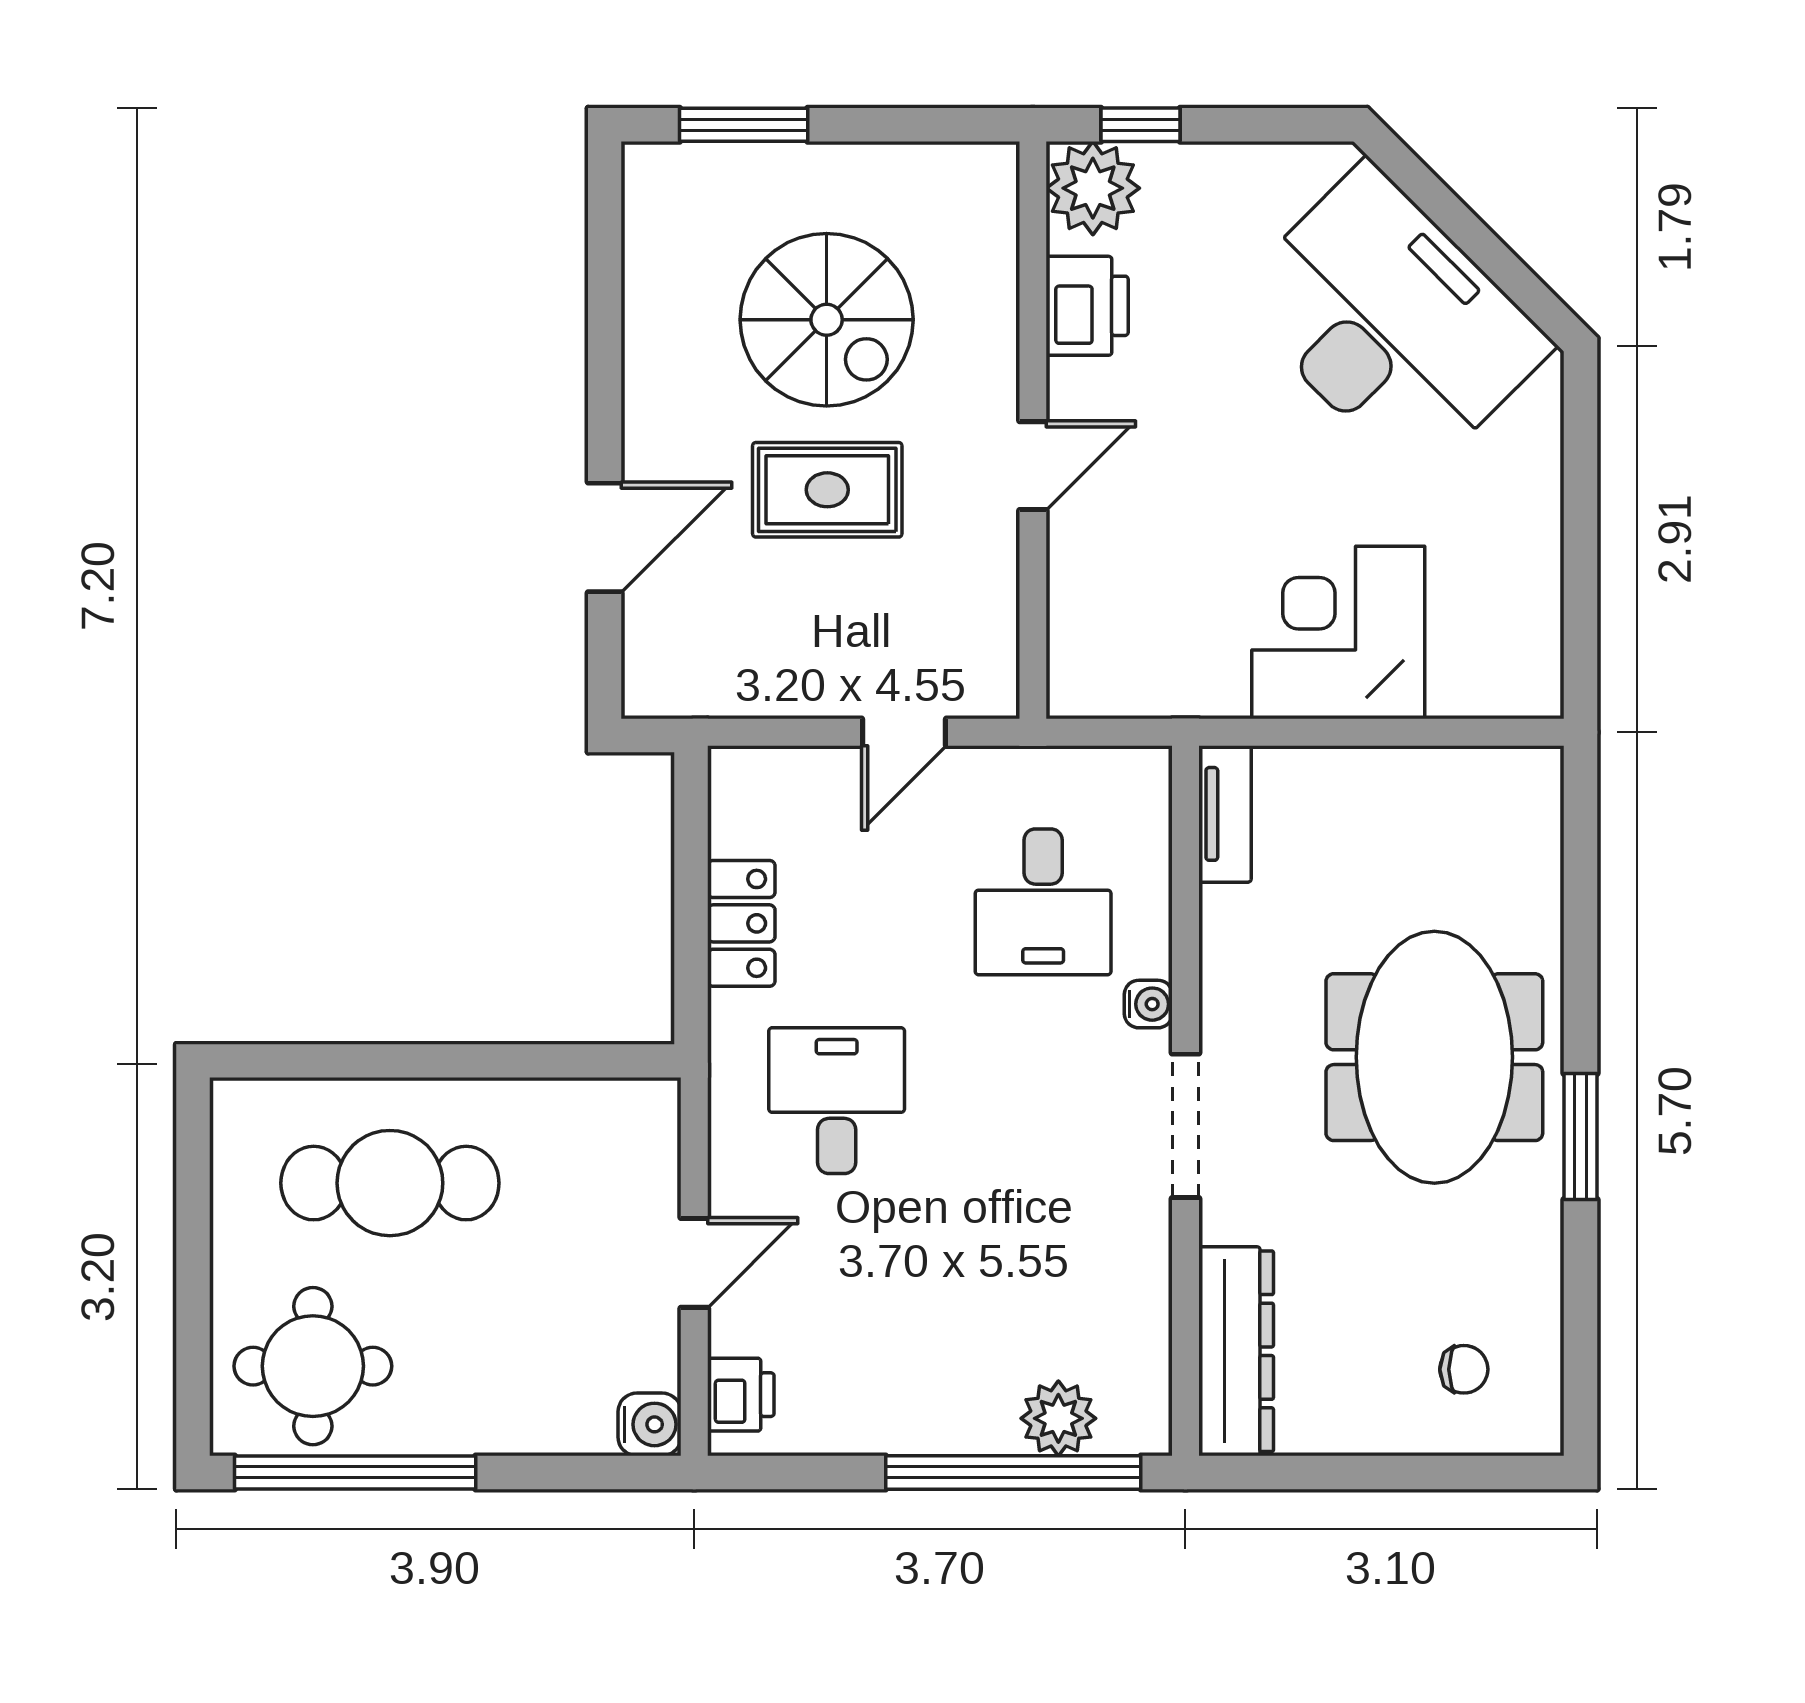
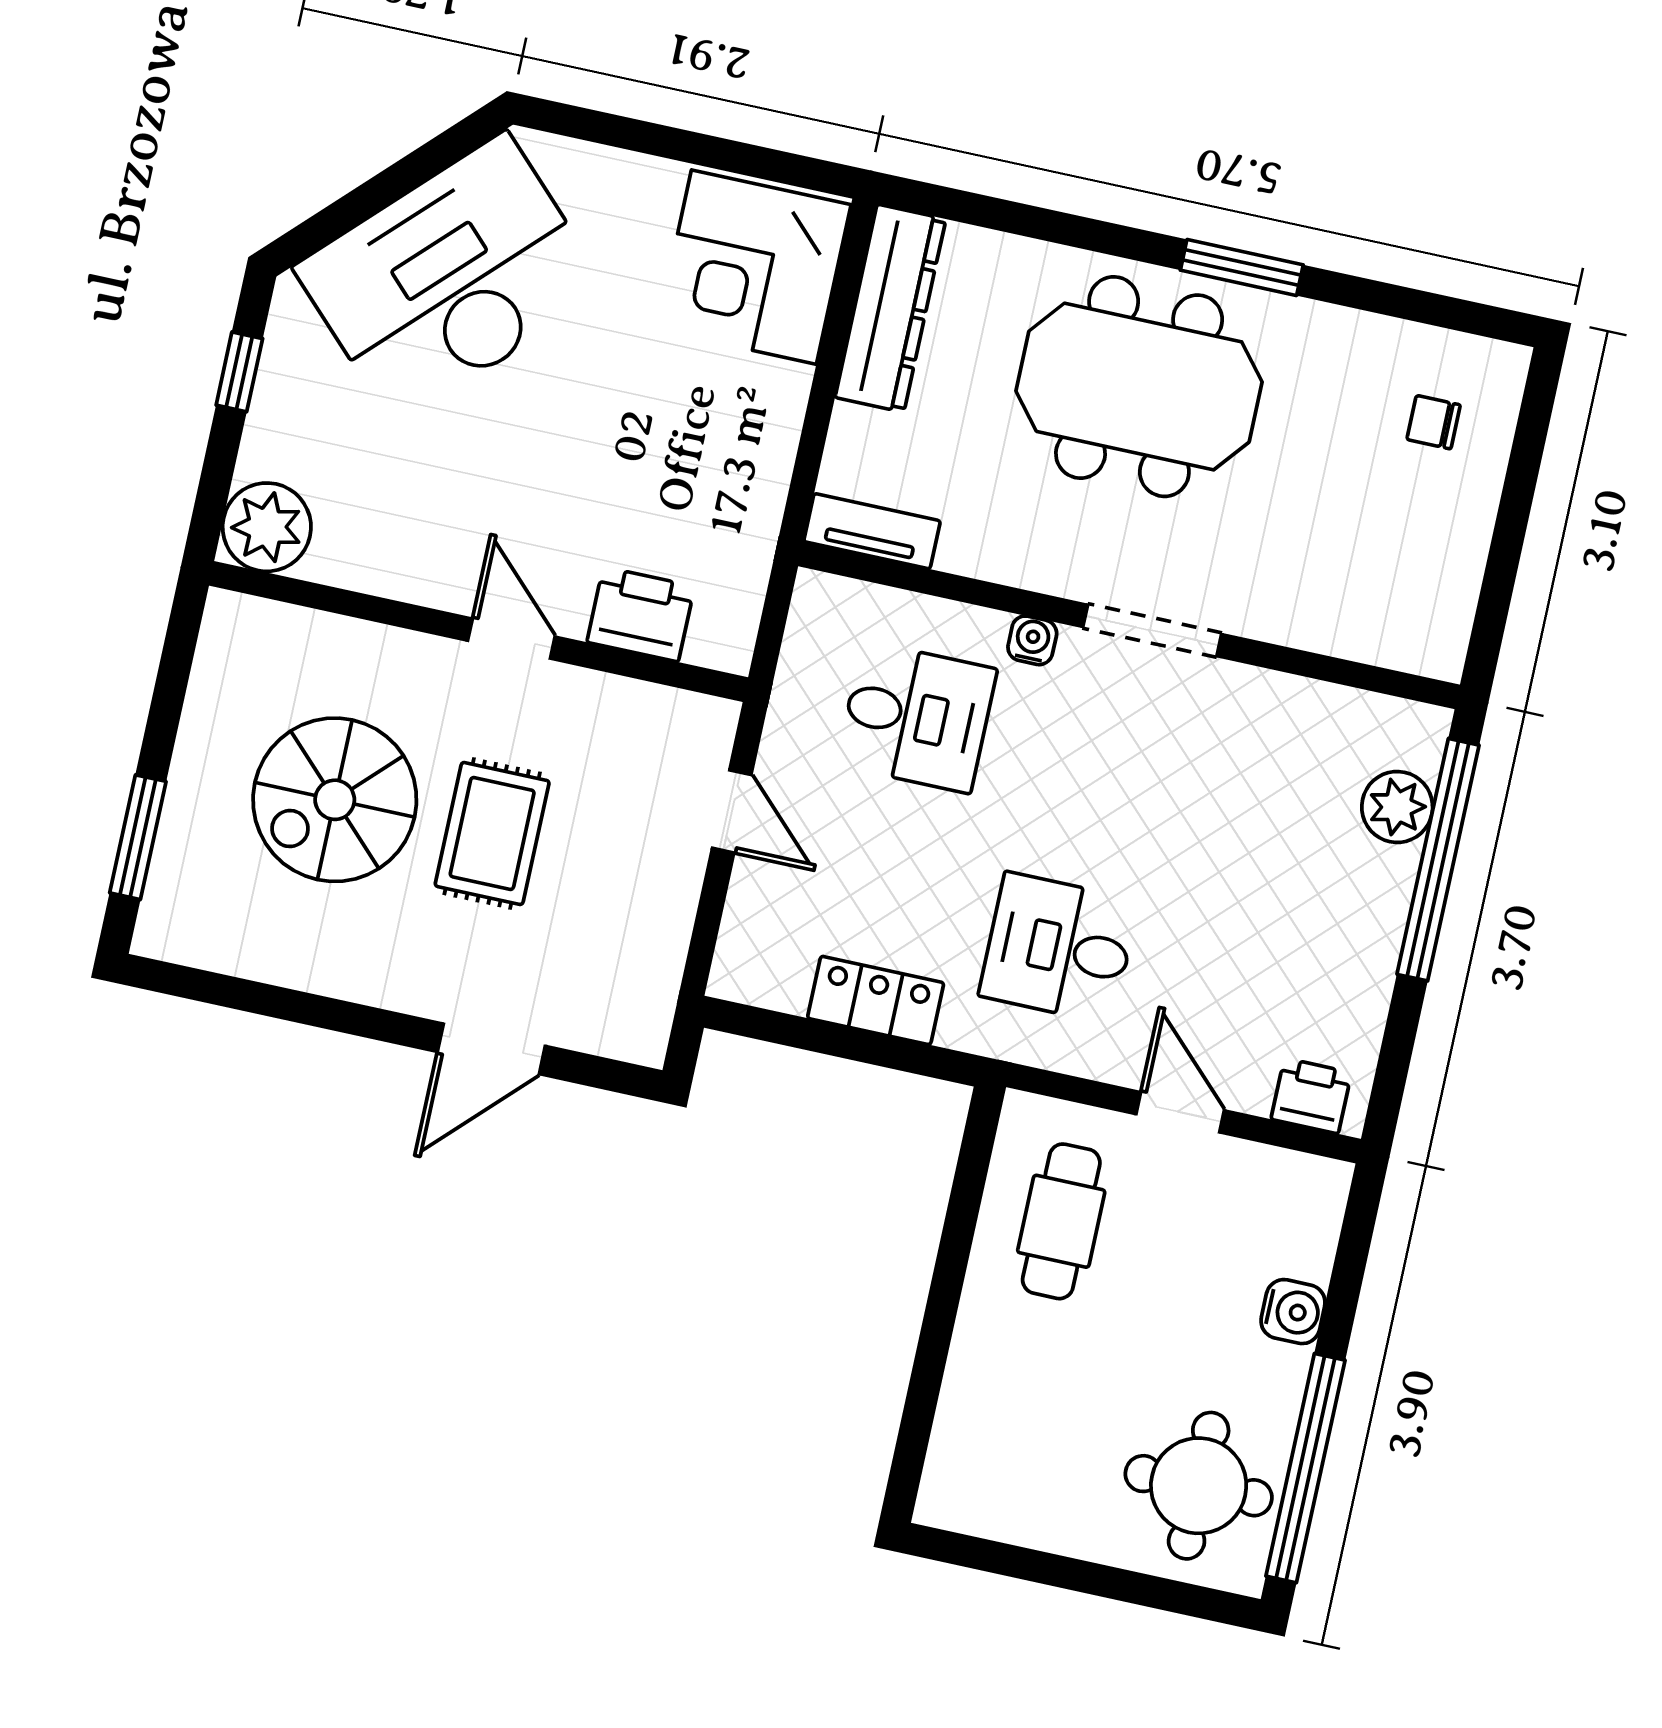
window: (1141, 125) -> (239, 372), moved
printer: (1087, 306) -> (641, 614), moved
spiral stairs: (827, 320) -> (335, 800), turned 180
door: (605, 537) -> (491, 1049), swing flipped
corner desk: (1338, 633) -> (754, 267), moved
cafe table: (390, 1183) -> (1061, 1221), moved, width x0.73, depth x0.74
dresser: (1236, 1351) -> (890, 308), moved, turned 90
chair: (1464, 1369) -> (1434, 422), turned -90
water cooler: (650, 1424) -> (1293, 1312), moved, turned 90

